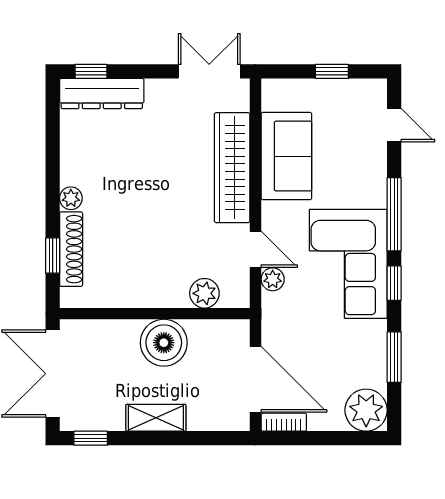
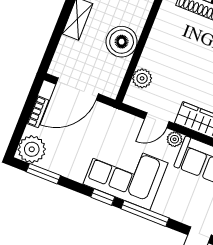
plant: (273, 279) -> (175, 139), moved
window: (394, 357) -> (43, 174), moved
bookcase: (284, 422) -> (38, 112), moved

